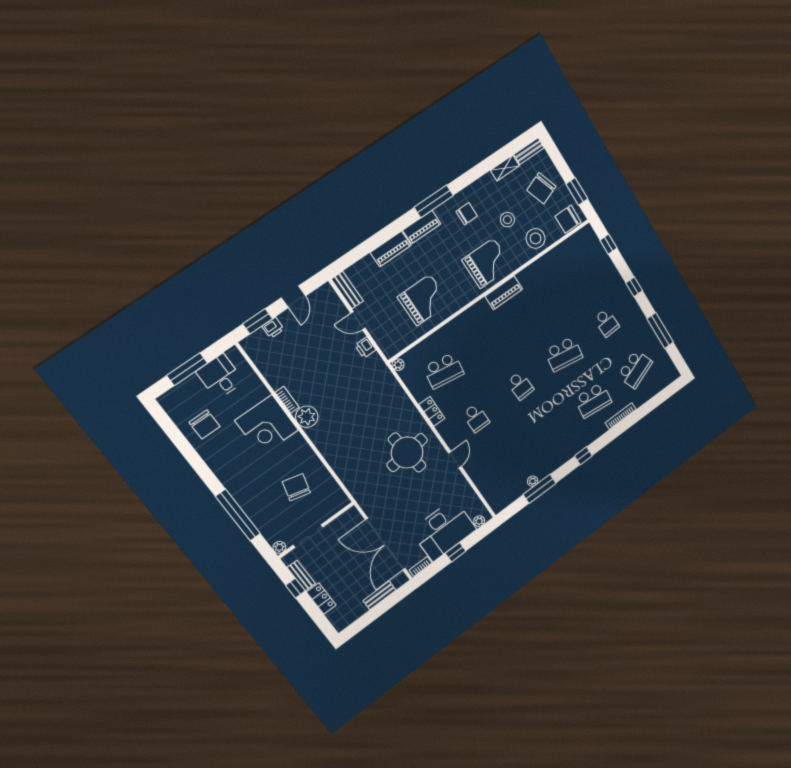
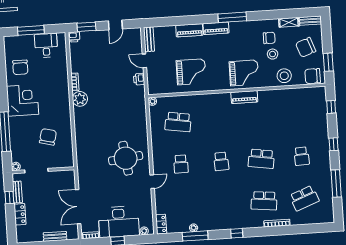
chair: (467, 214) -> (269, 38), moved
printer: (273, 328) -> (74, 37), moved
locker: (432, 411) -> (161, 224), moved
corner desk: (267, 425) -> (23, 100), moved, turned 180
double door: (386, 544) -> (78, 207), width x0.73

